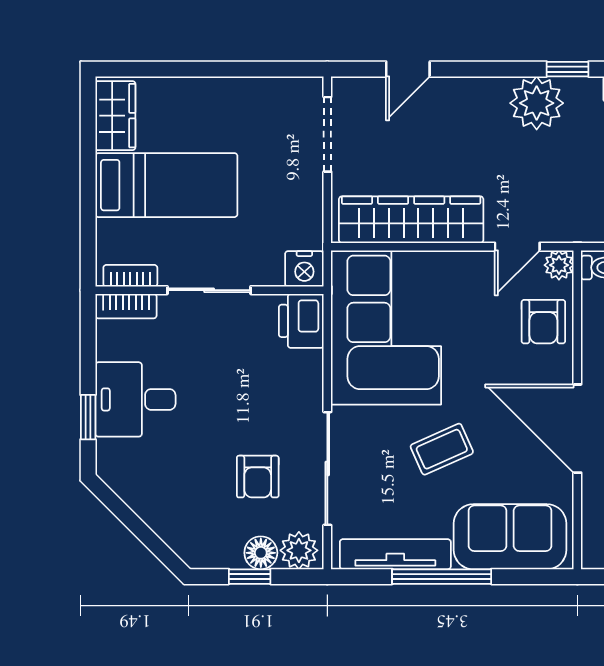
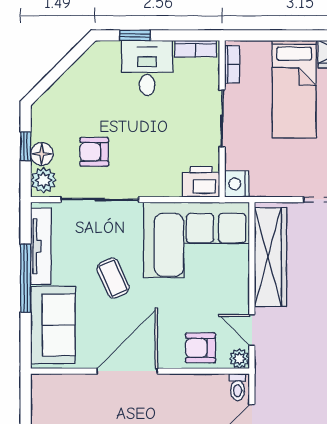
bookcase: (126, 306) -> (196, 49), moved, turned -90

